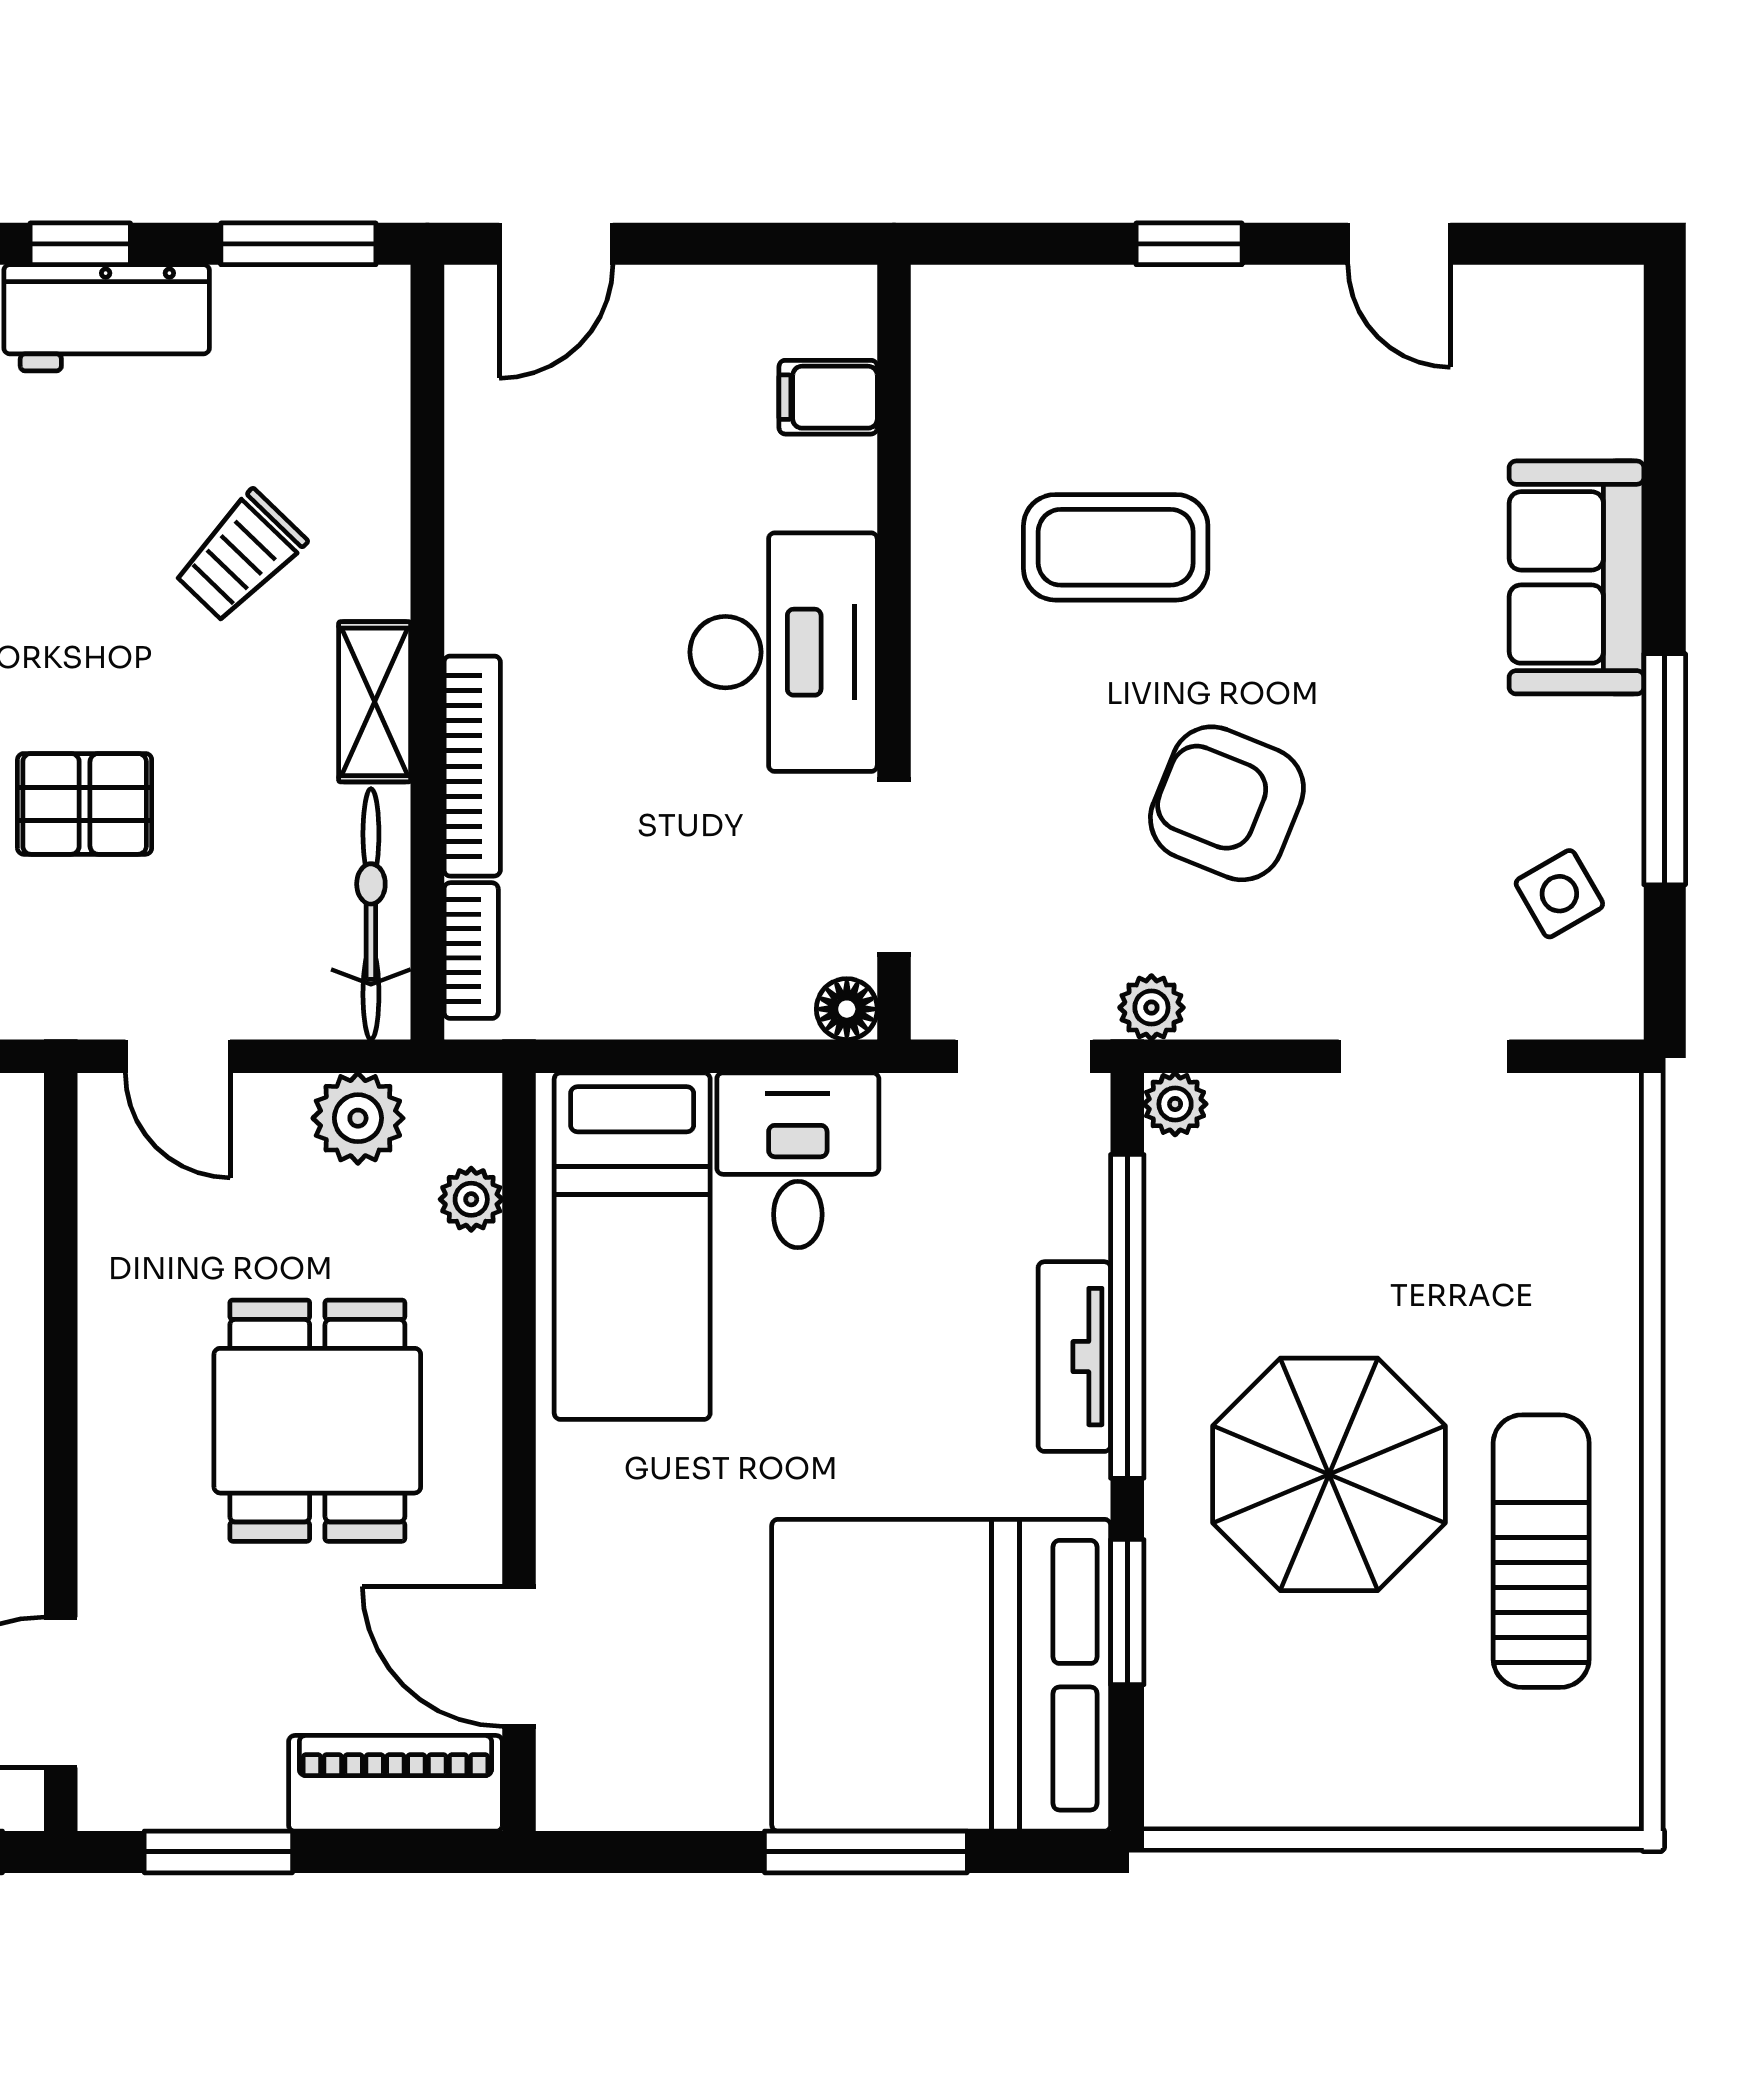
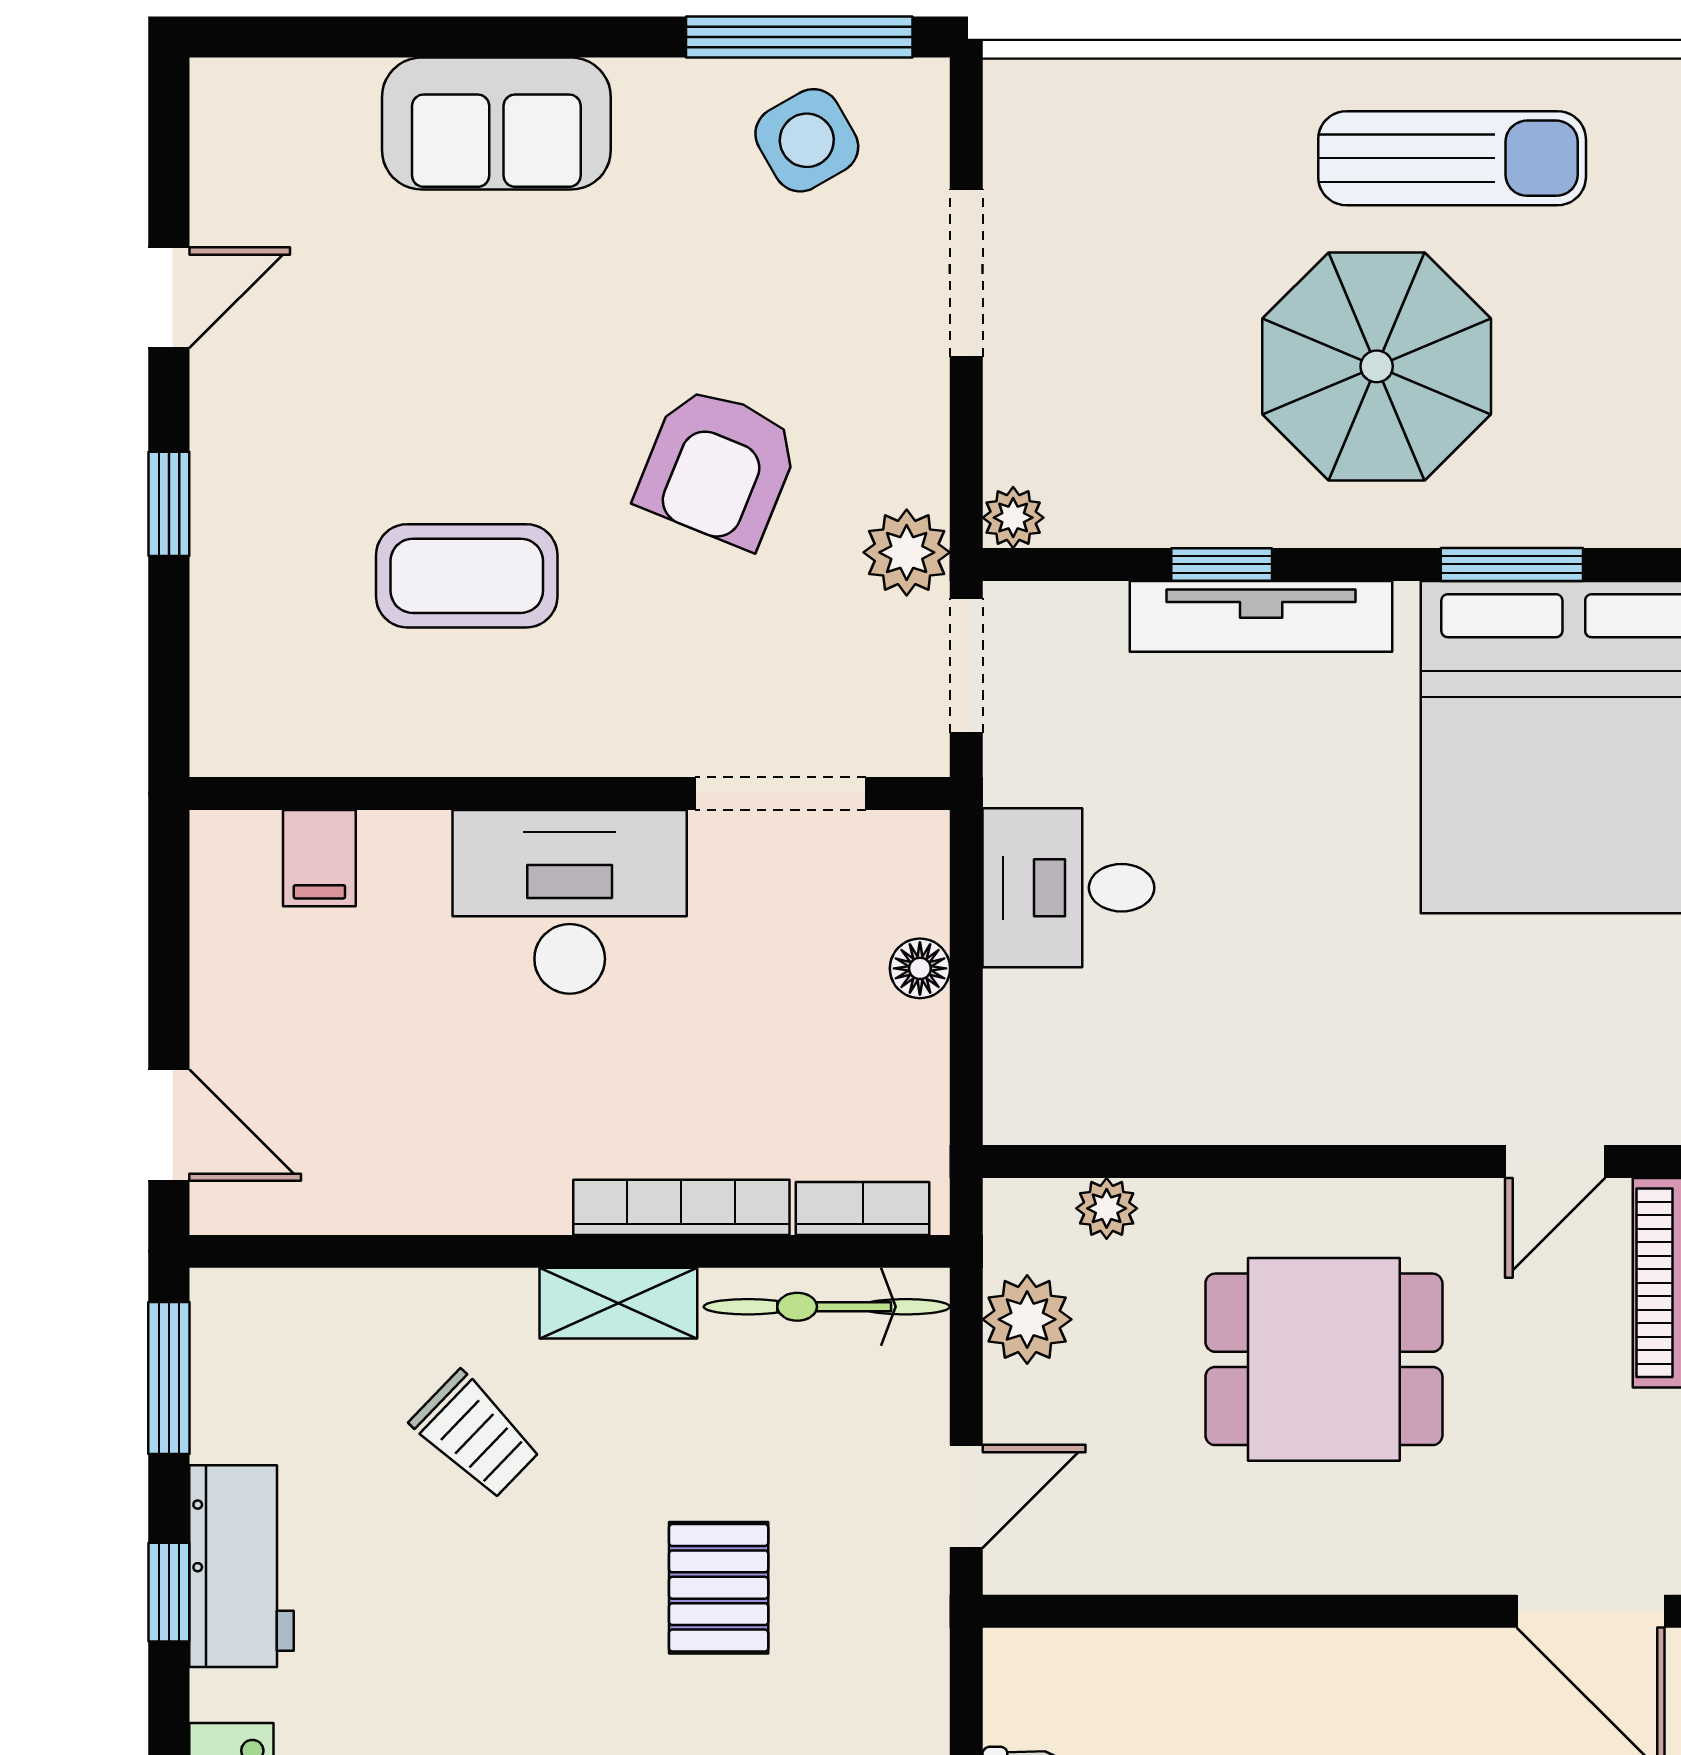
coffee table: (1116, 547) -> (467, 576), turned 90
window: (1665, 769) -> (799, 37), moved
side table: (1559, 894) -> (807, 140), width x1.37, depth x1.37
plant: (1151, 1008) -> (907, 552), width x1.38, depth x1.38
floor lamp: (847, 1009) -> (920, 968), moved
bed: (632, 1246) -> (1153, 1050), removed
window: (1127, 1316) -> (1222, 564), width x0.32
tv unit: (1074, 1357) -> (1261, 616), width x1.41
sun lounger: (1541, 1551) -> (1452, 158), turned 180
door: (519, 1656) -> (1555, 1161), width x0.73

